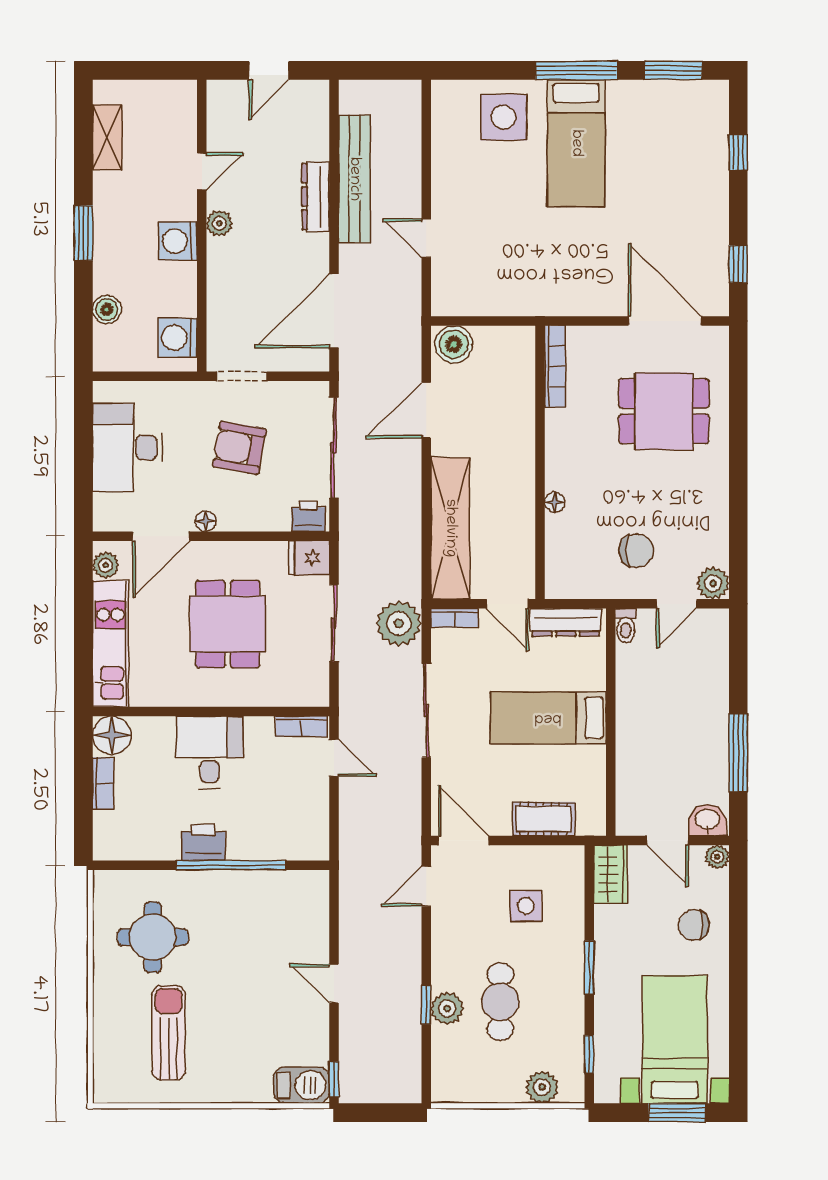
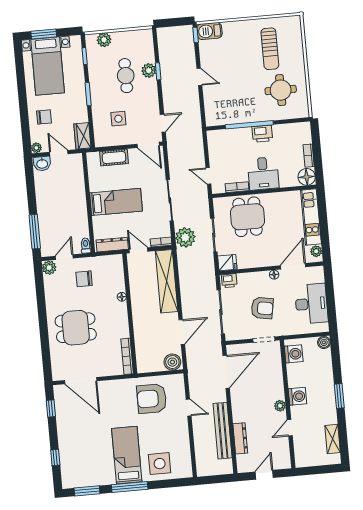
dresser: (316, 196) -> (240, 438), moved
armchair: (508, 266) -> (152, 399), added
boiler: (107, 309) -> (324, 342), moved
dining table: (664, 411) -> (76, 328), moved
dining table: (228, 624) -> (248, 217), moved
bookcase: (301, 726) -> (237, 187), moved
window: (738, 753) -> (35, 232), moved

